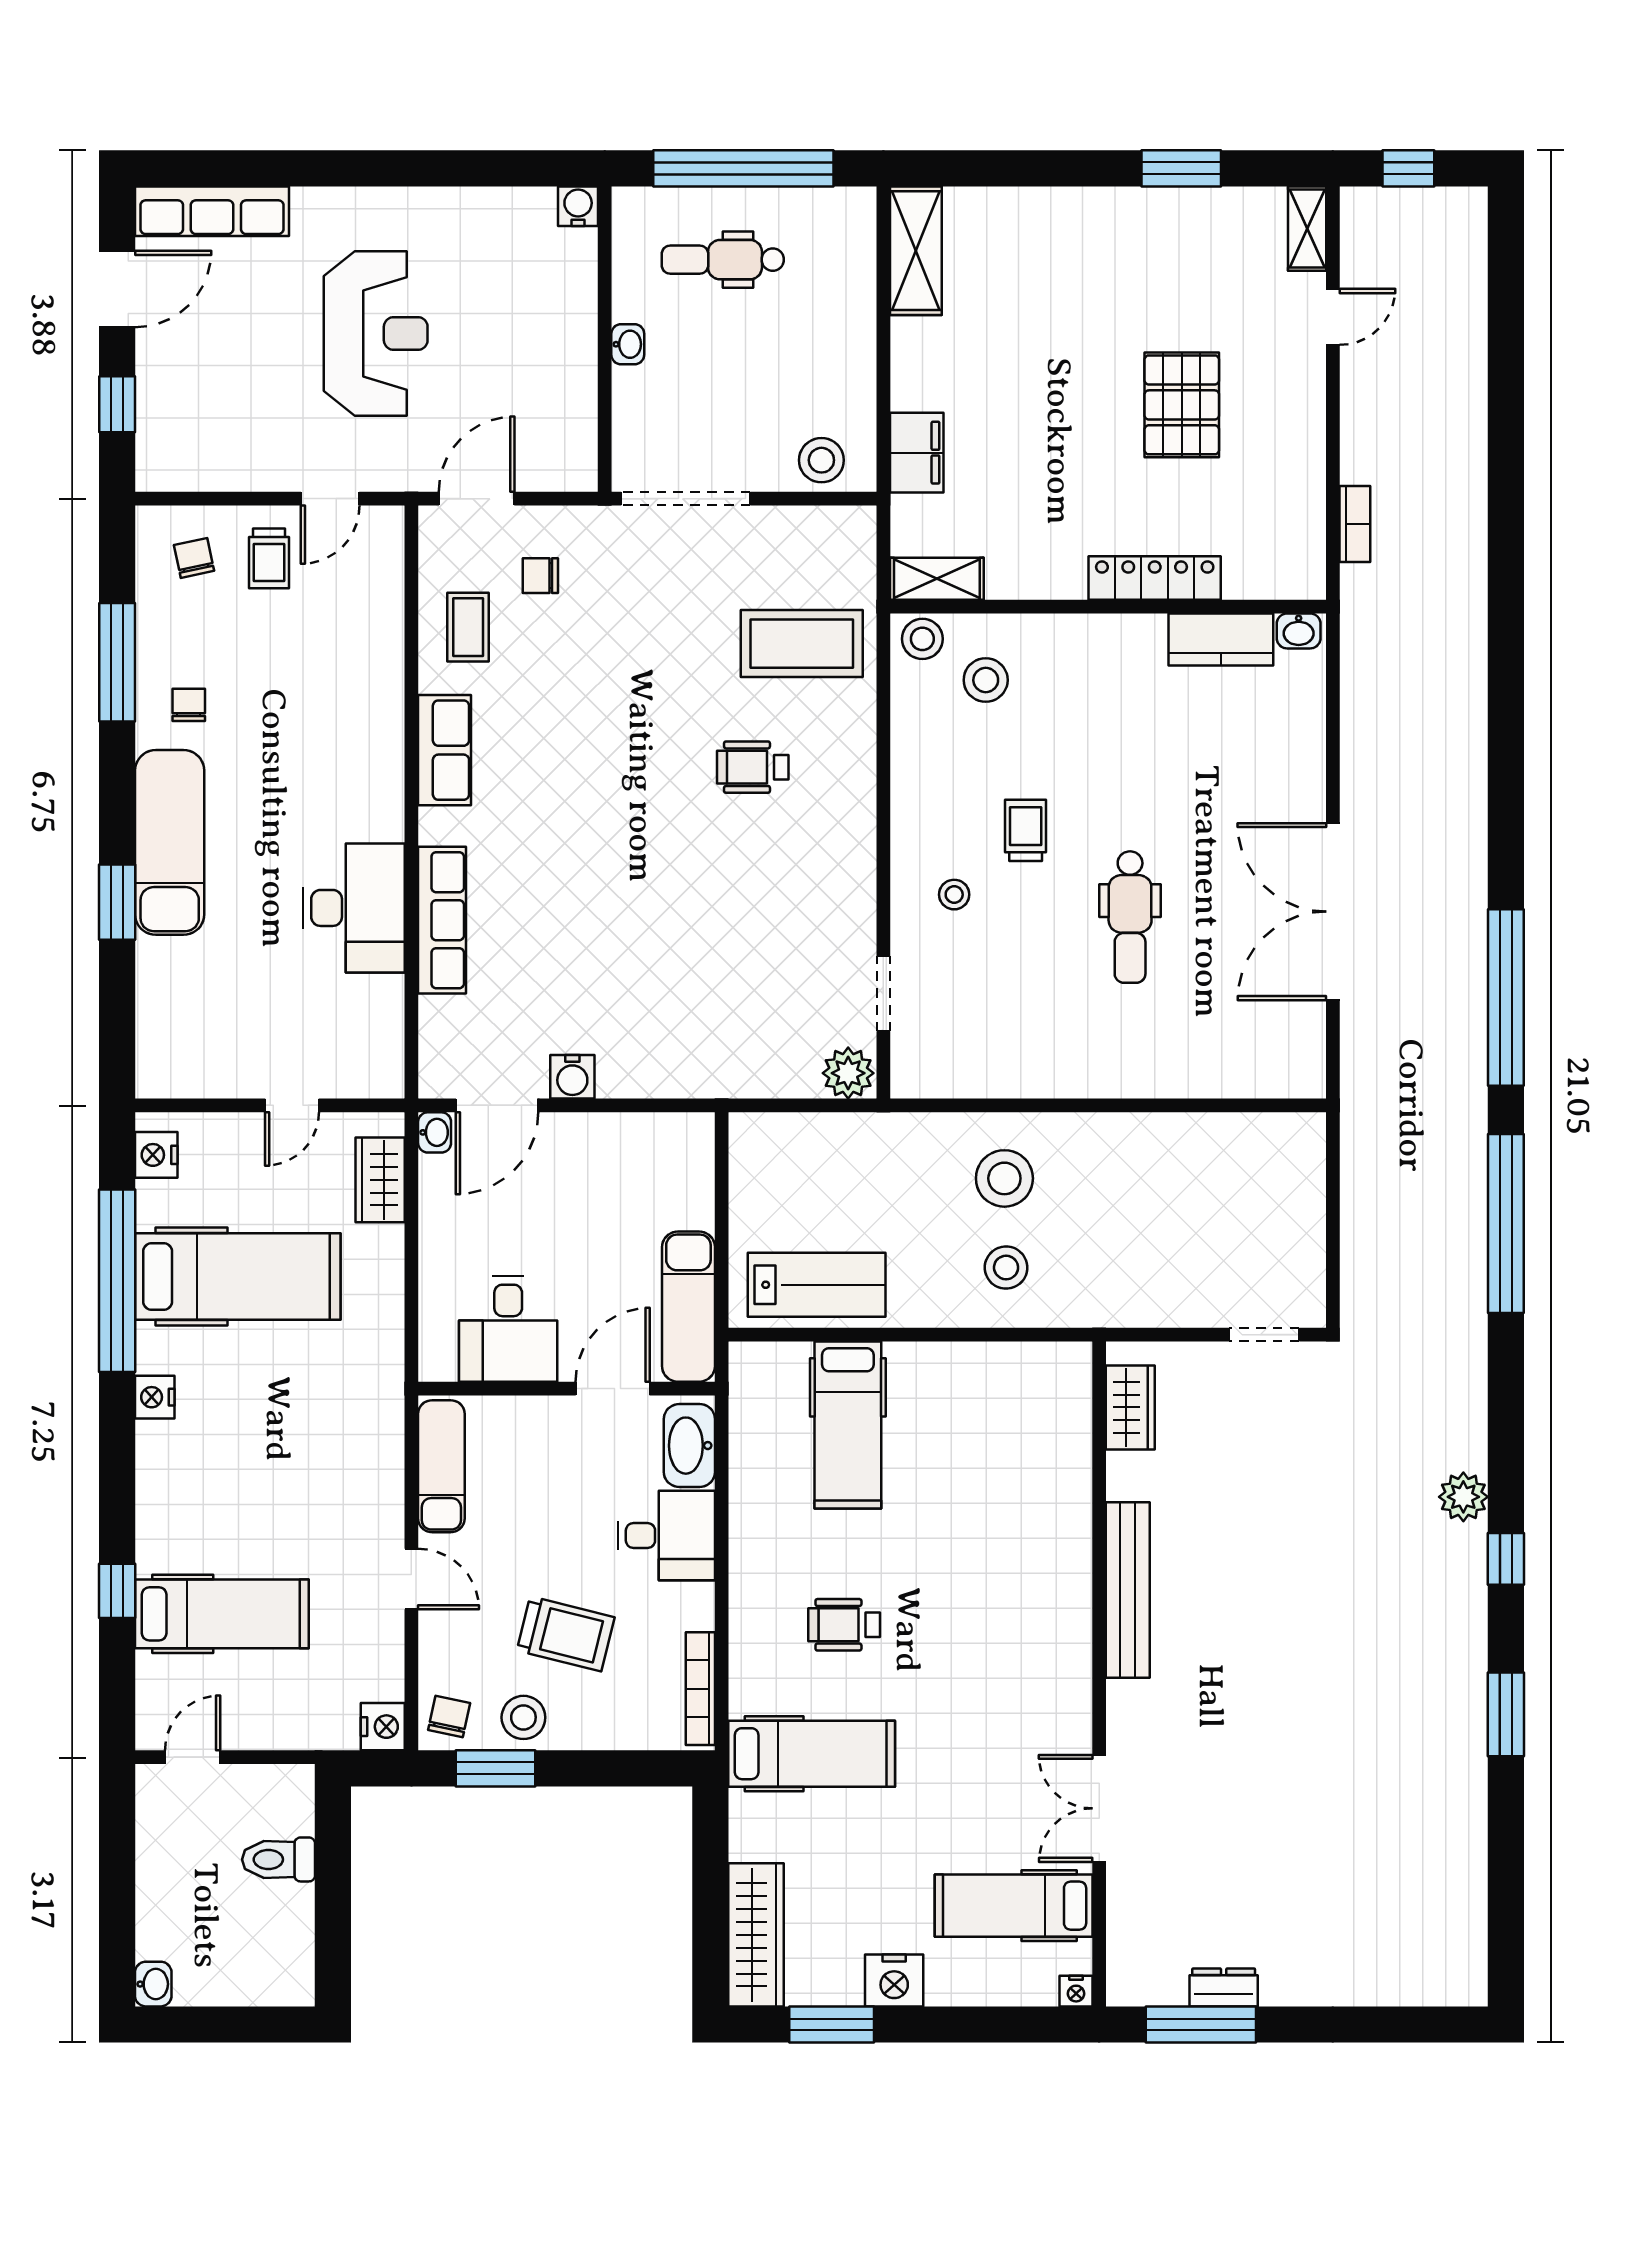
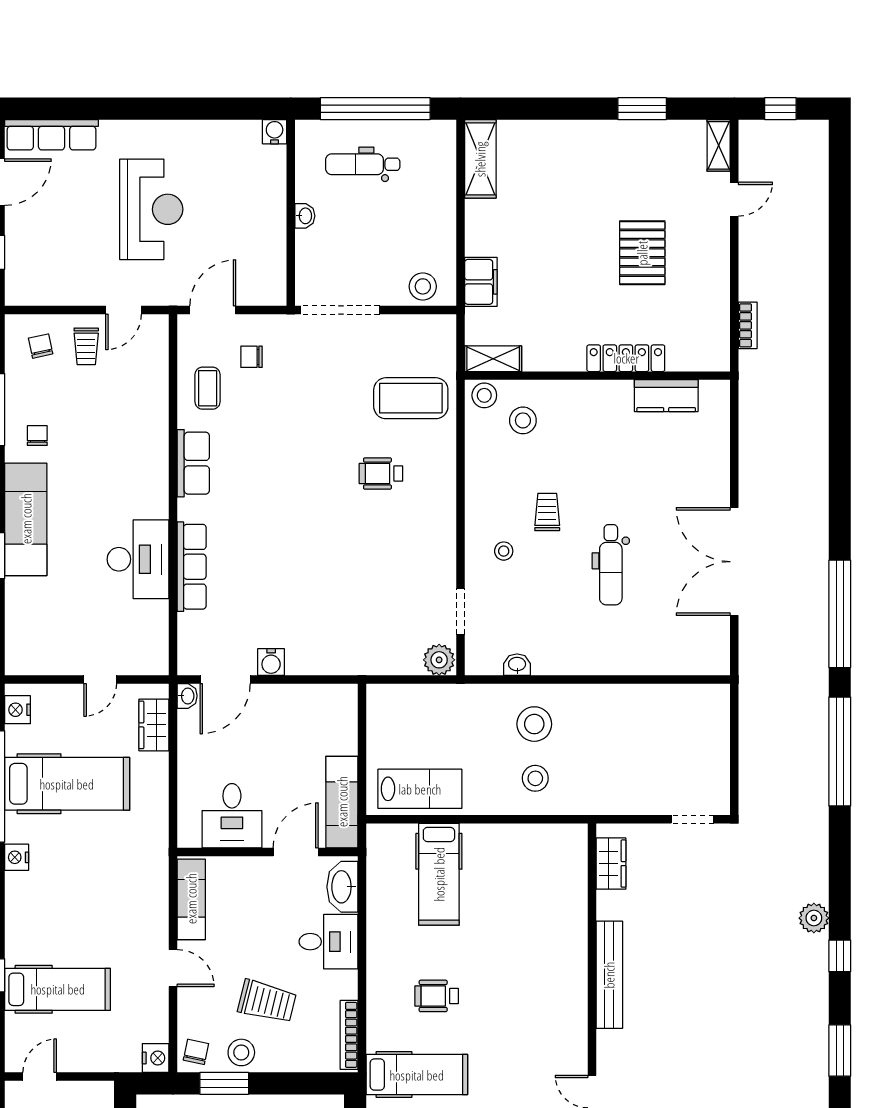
washbasin: (1299, 631) -> (517, 665), moved, turned 180

